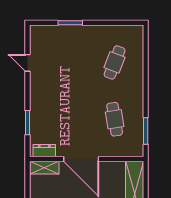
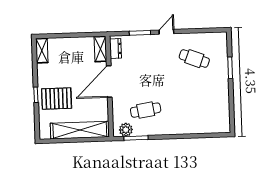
cafe table: (115, 62) -> (194, 59), moved
door: (28, 63) -> (166, 32), moved
plant: (136, 142) -> (126, 130), added

